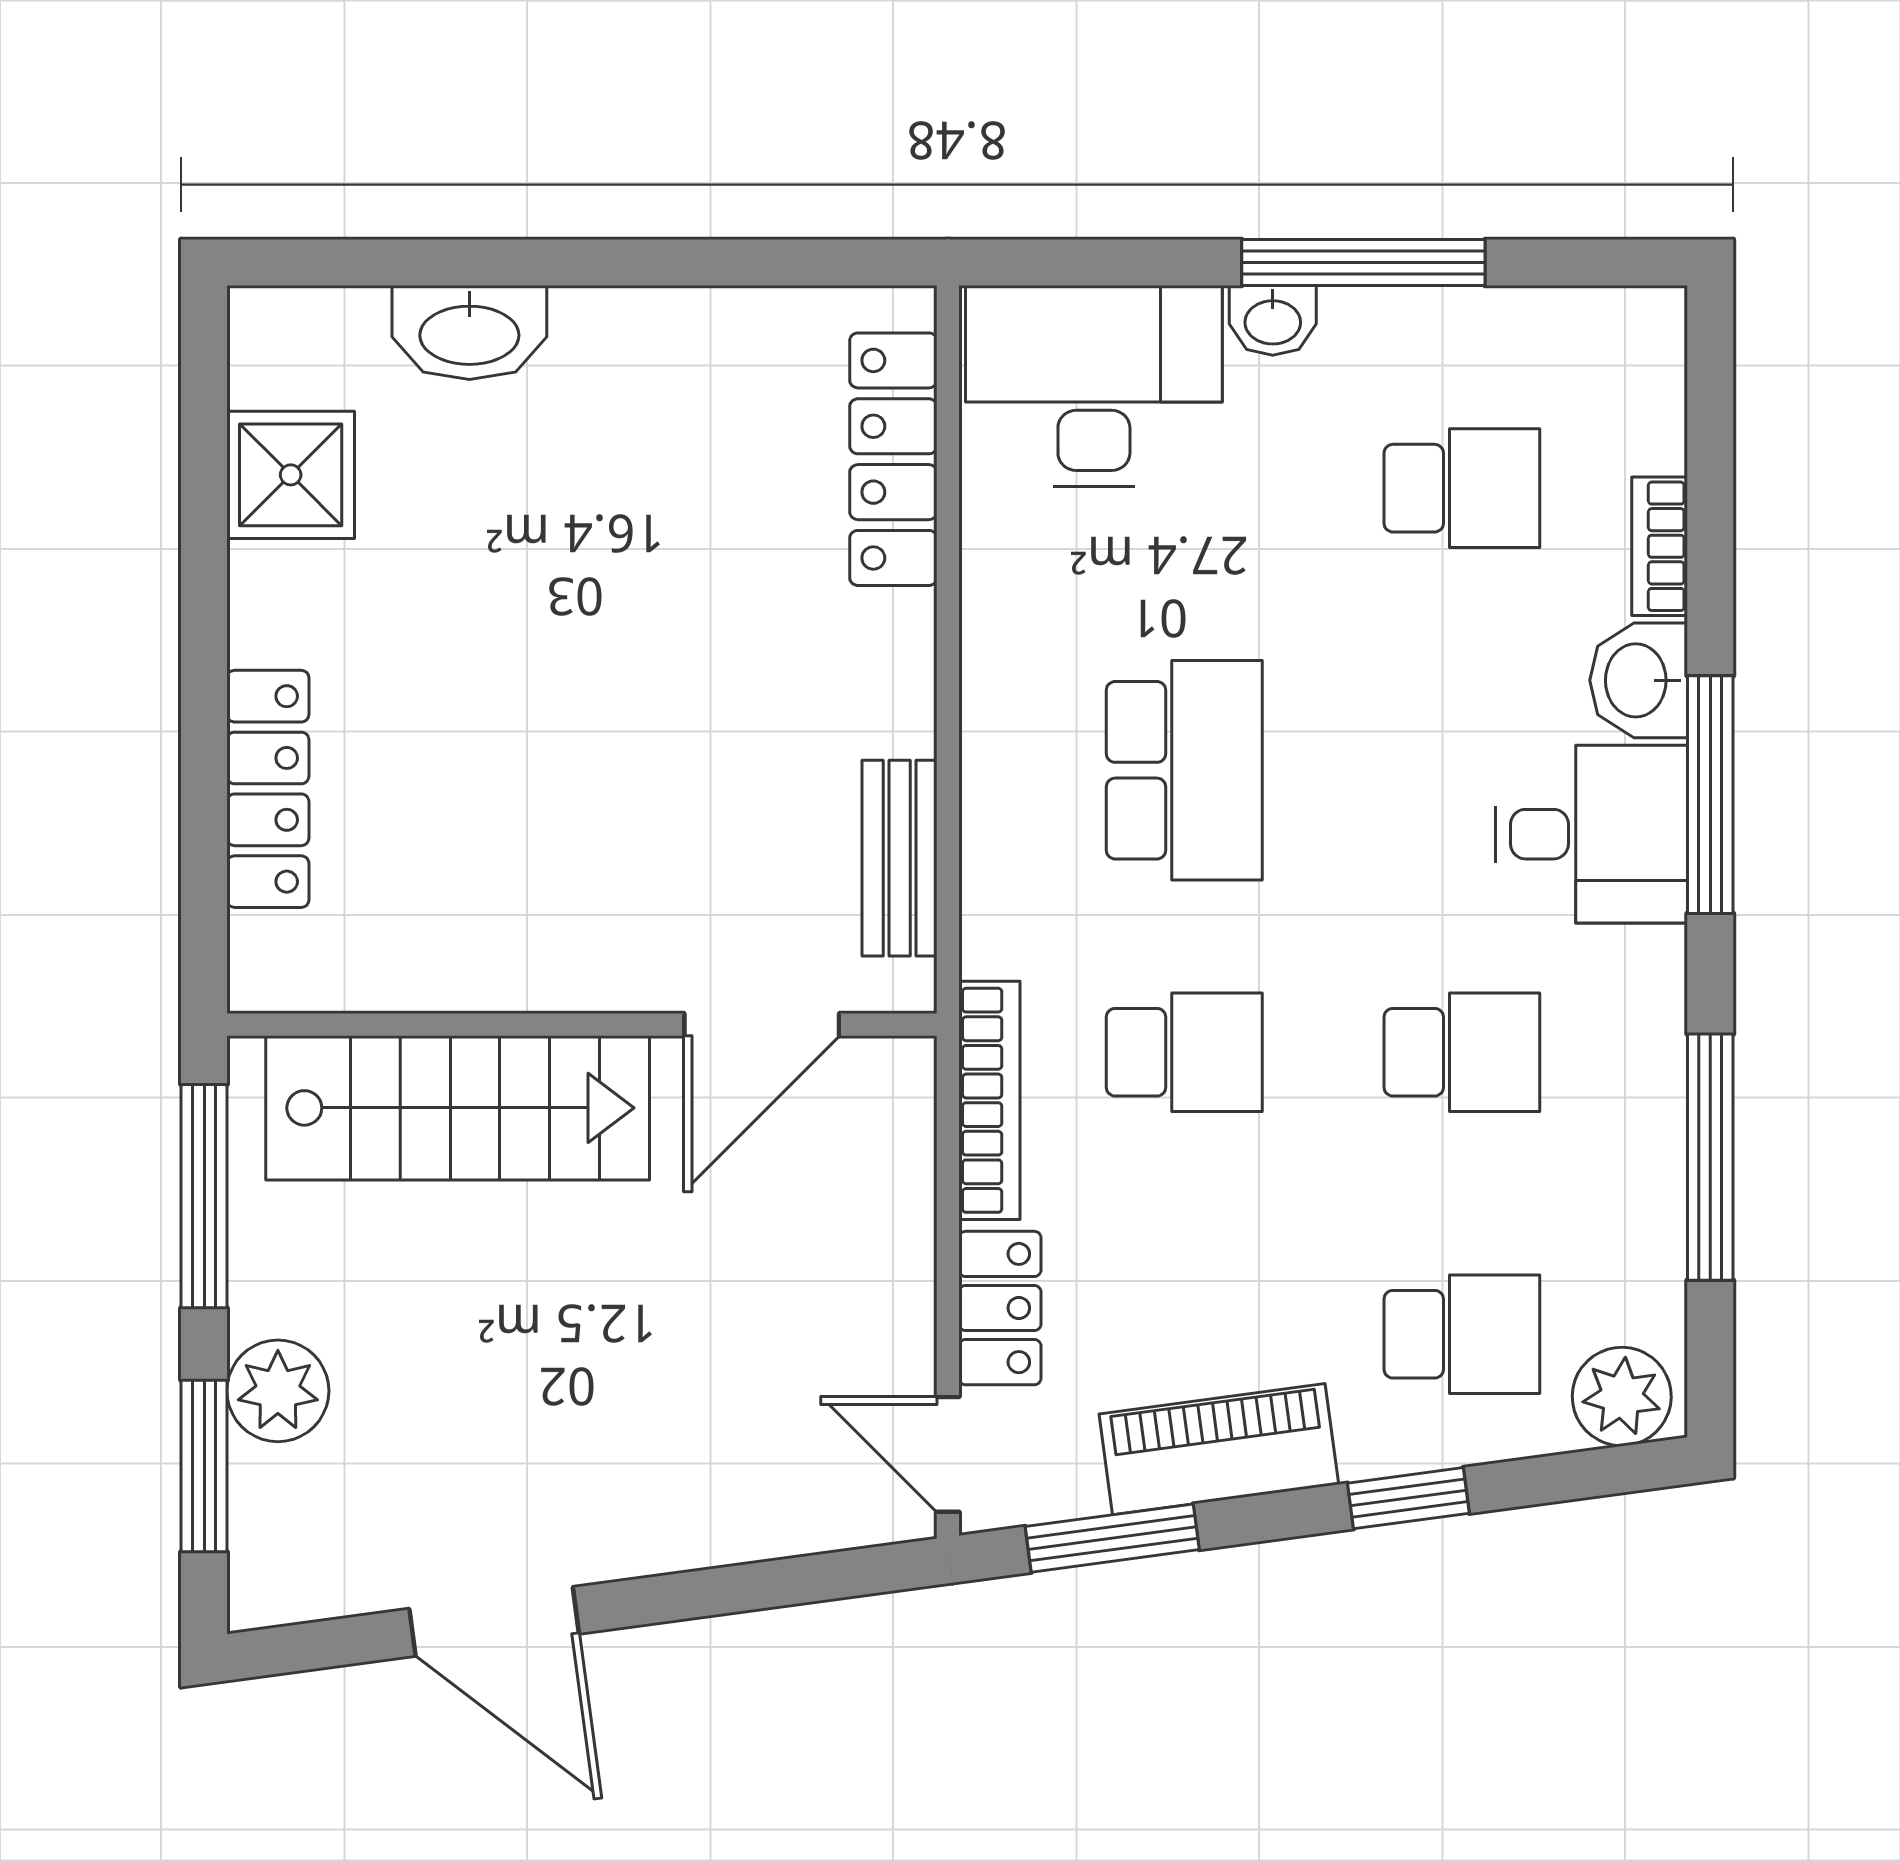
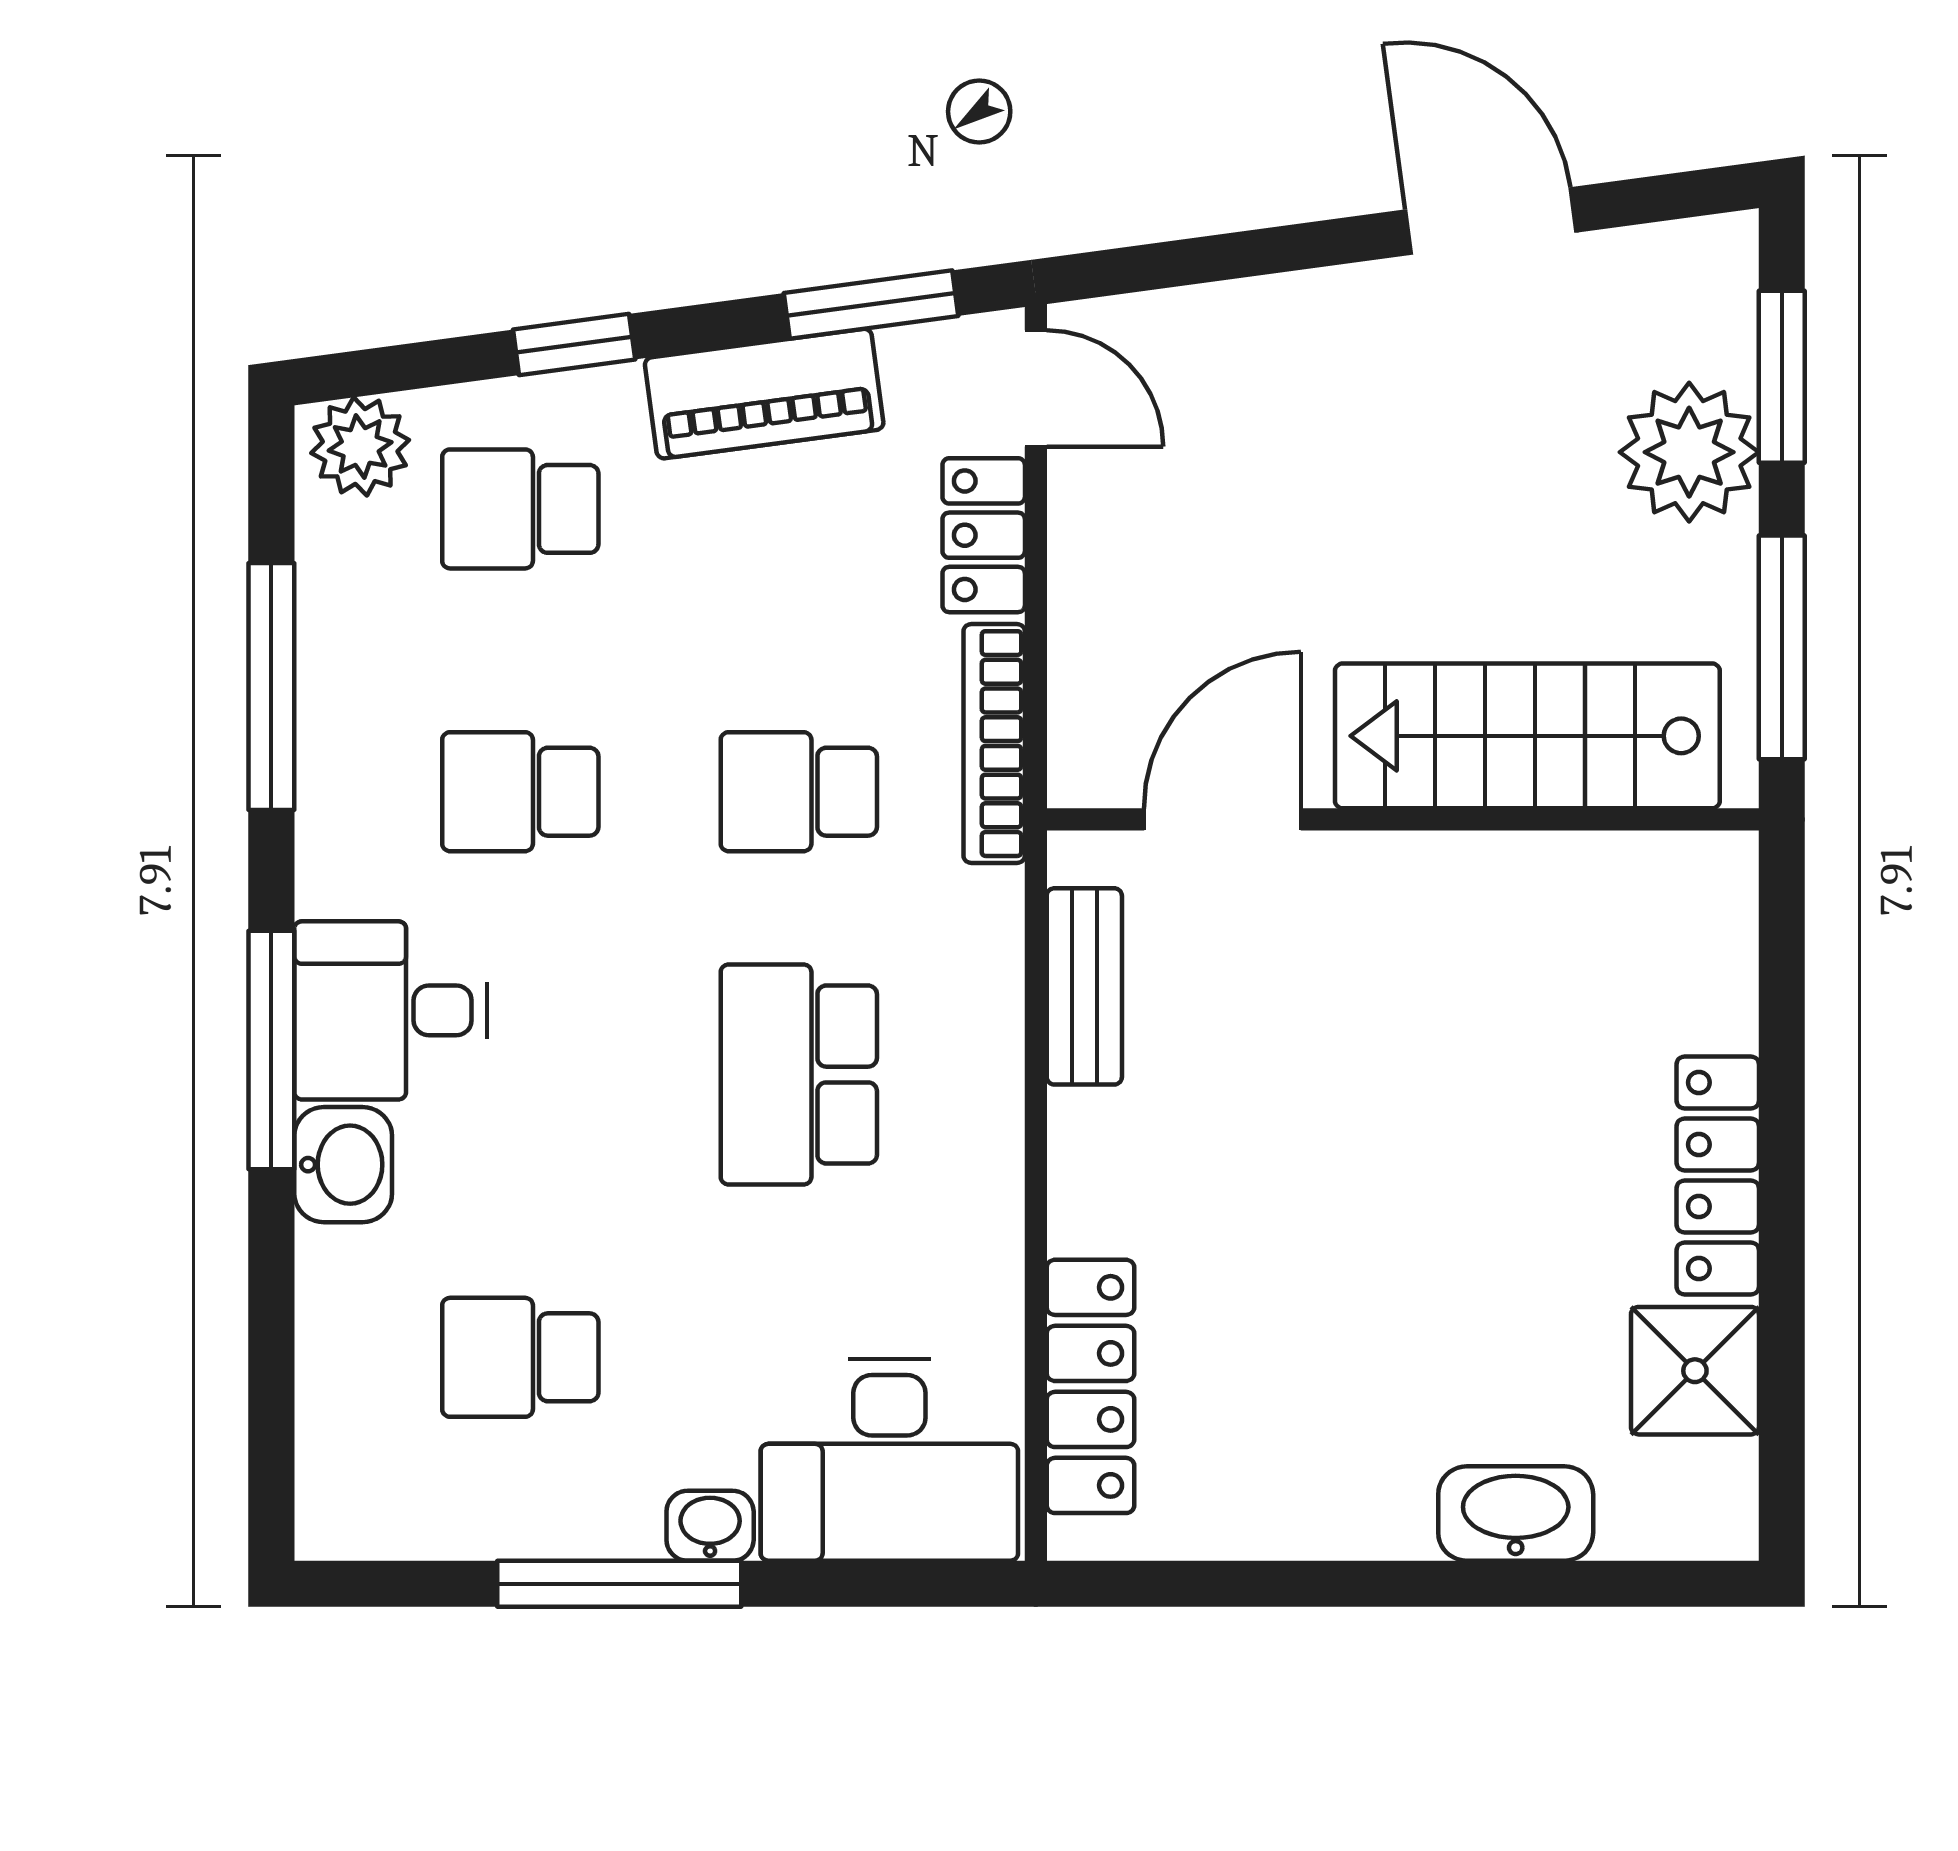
bookcase: (1660, 546) -> (322, 1299), removed
locker: (268, 789) -> (1718, 1175), moved
plant: (278, 1391) -> (1689, 452), width x1.36, depth x1.36

